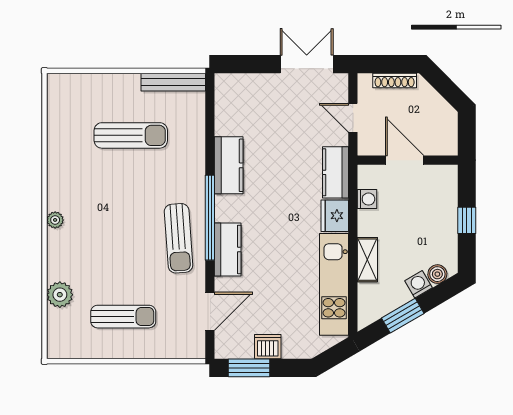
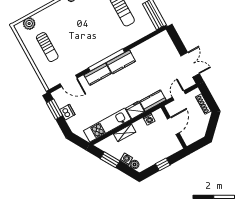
kitchen counter: (229, 165) -> (121, 62), moved
sun lounger: (179, 238) -> (91, 52), removed
plant: (60, 295) -> (29, 24), moved

